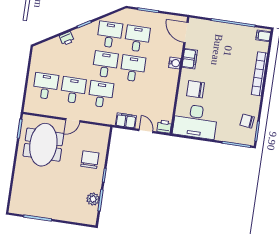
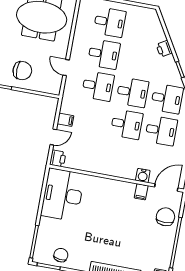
filing cabinet: (190, 59) -> (141, 192), width x0.50
water cooler: (175, 63) -> (143, 175), moved
chair: (195, 89) -> (165, 217), moved
door: (73, 120) -> (66, 68), moved
filing cabinet: (126, 120) -> (65, 120), width x0.50

